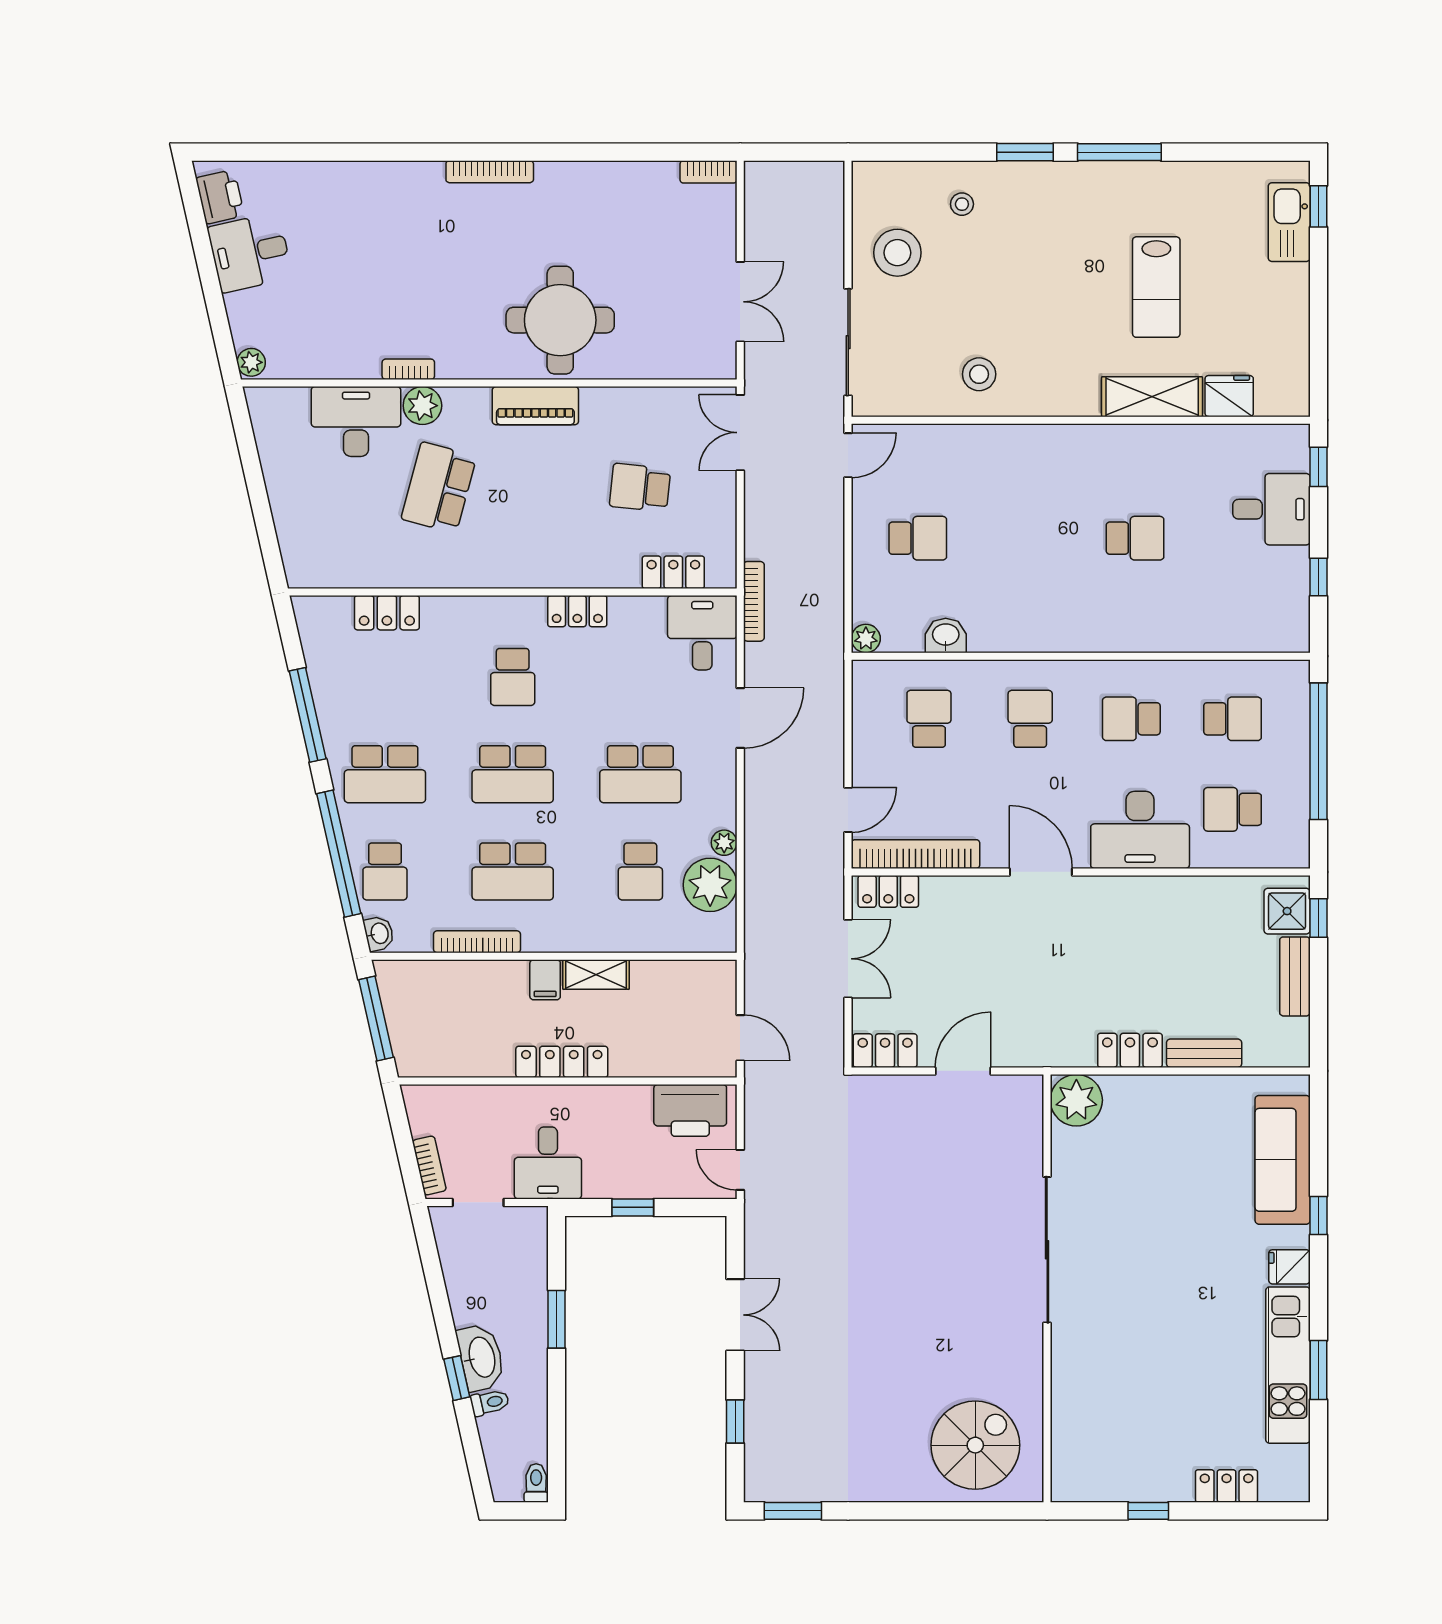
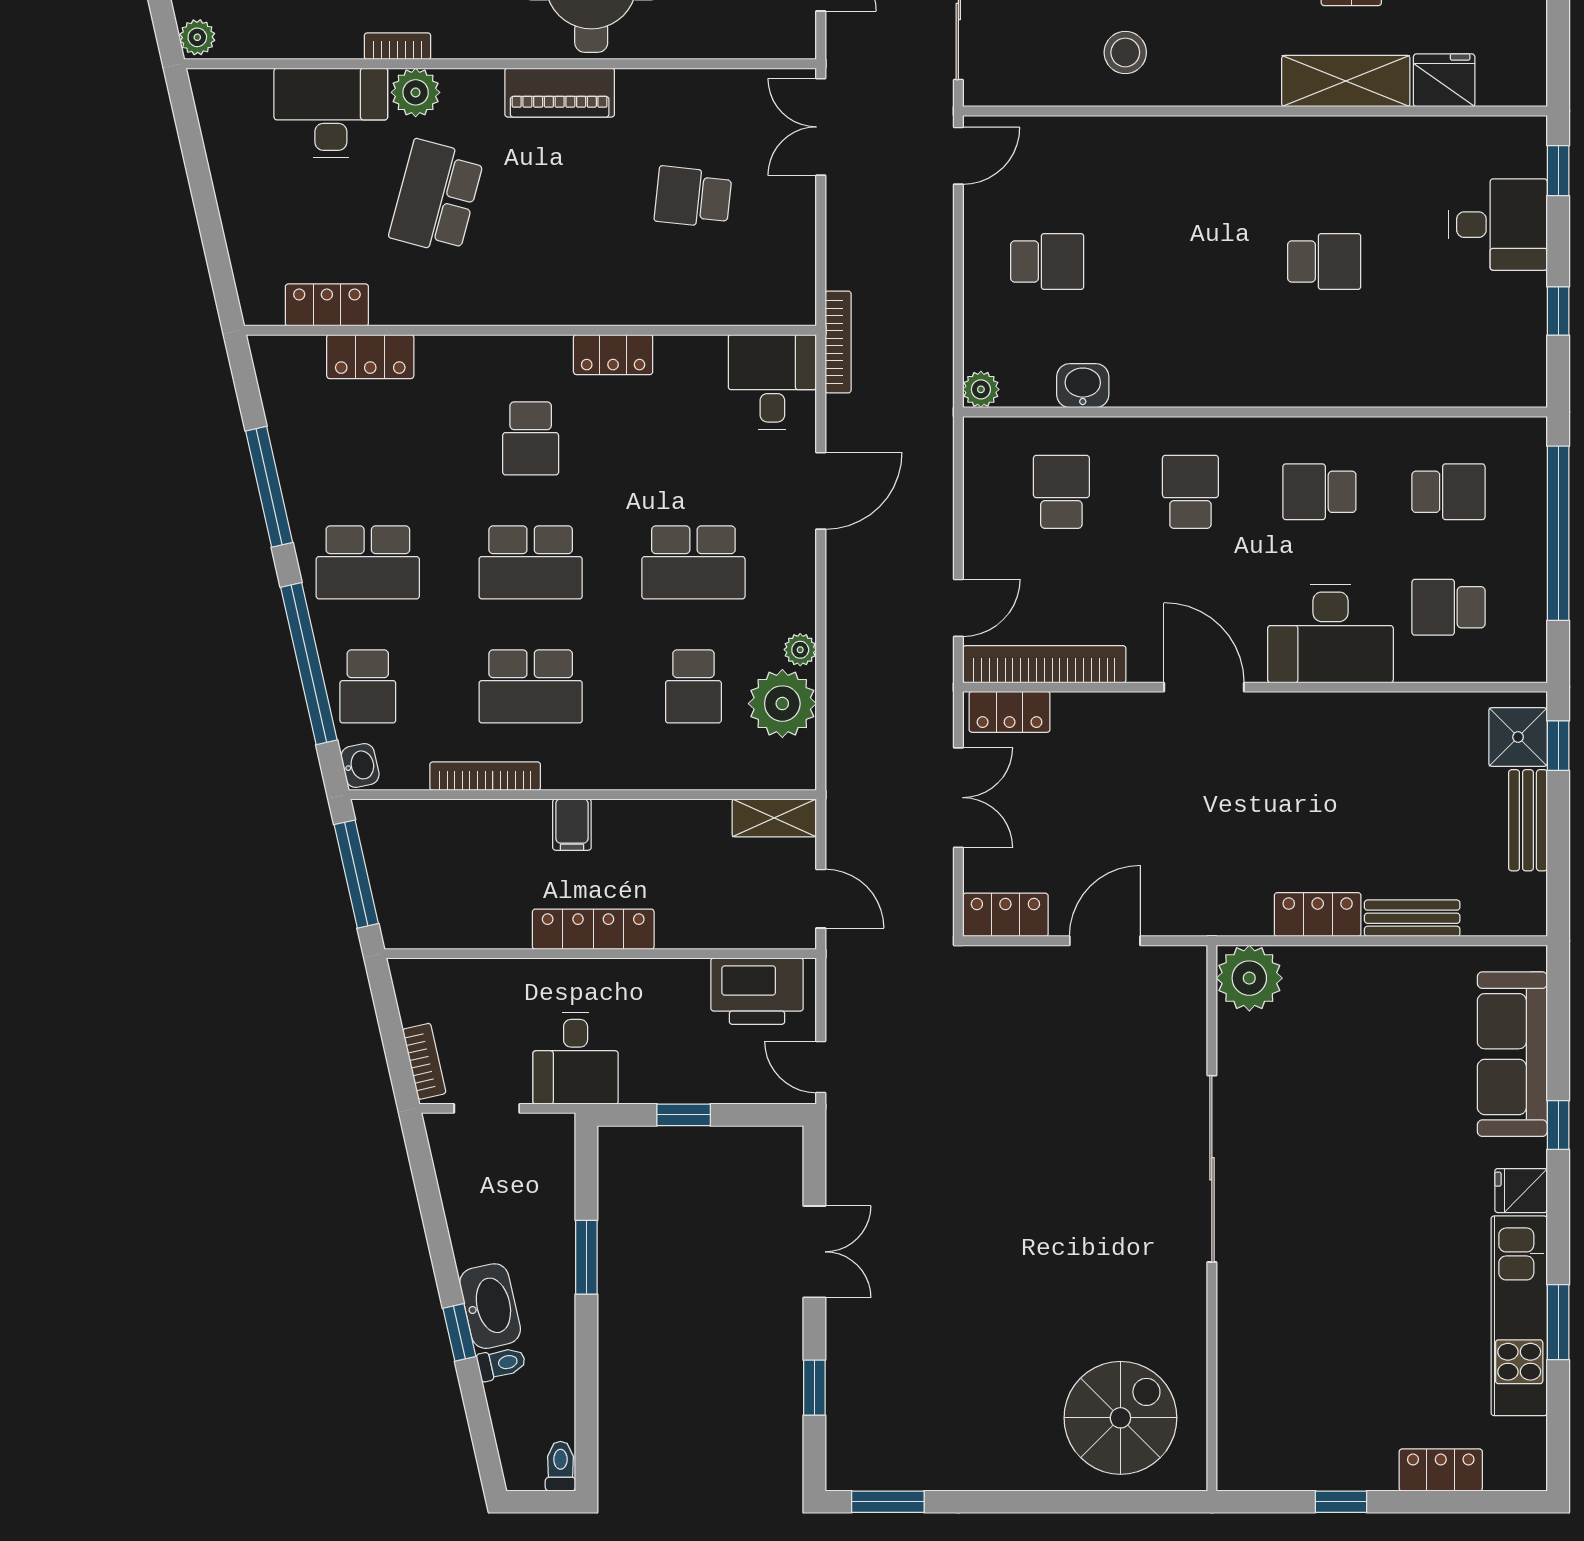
locker: (673, 572) -> (327, 305), moved
shelving: (596, 975) -> (774, 818), moved

